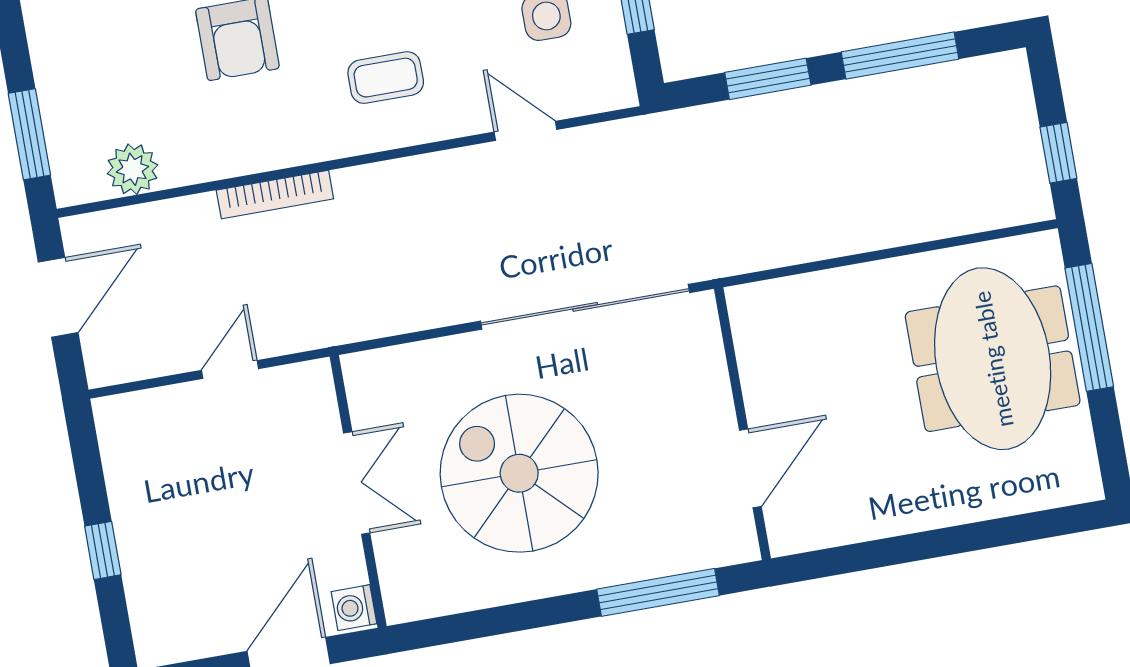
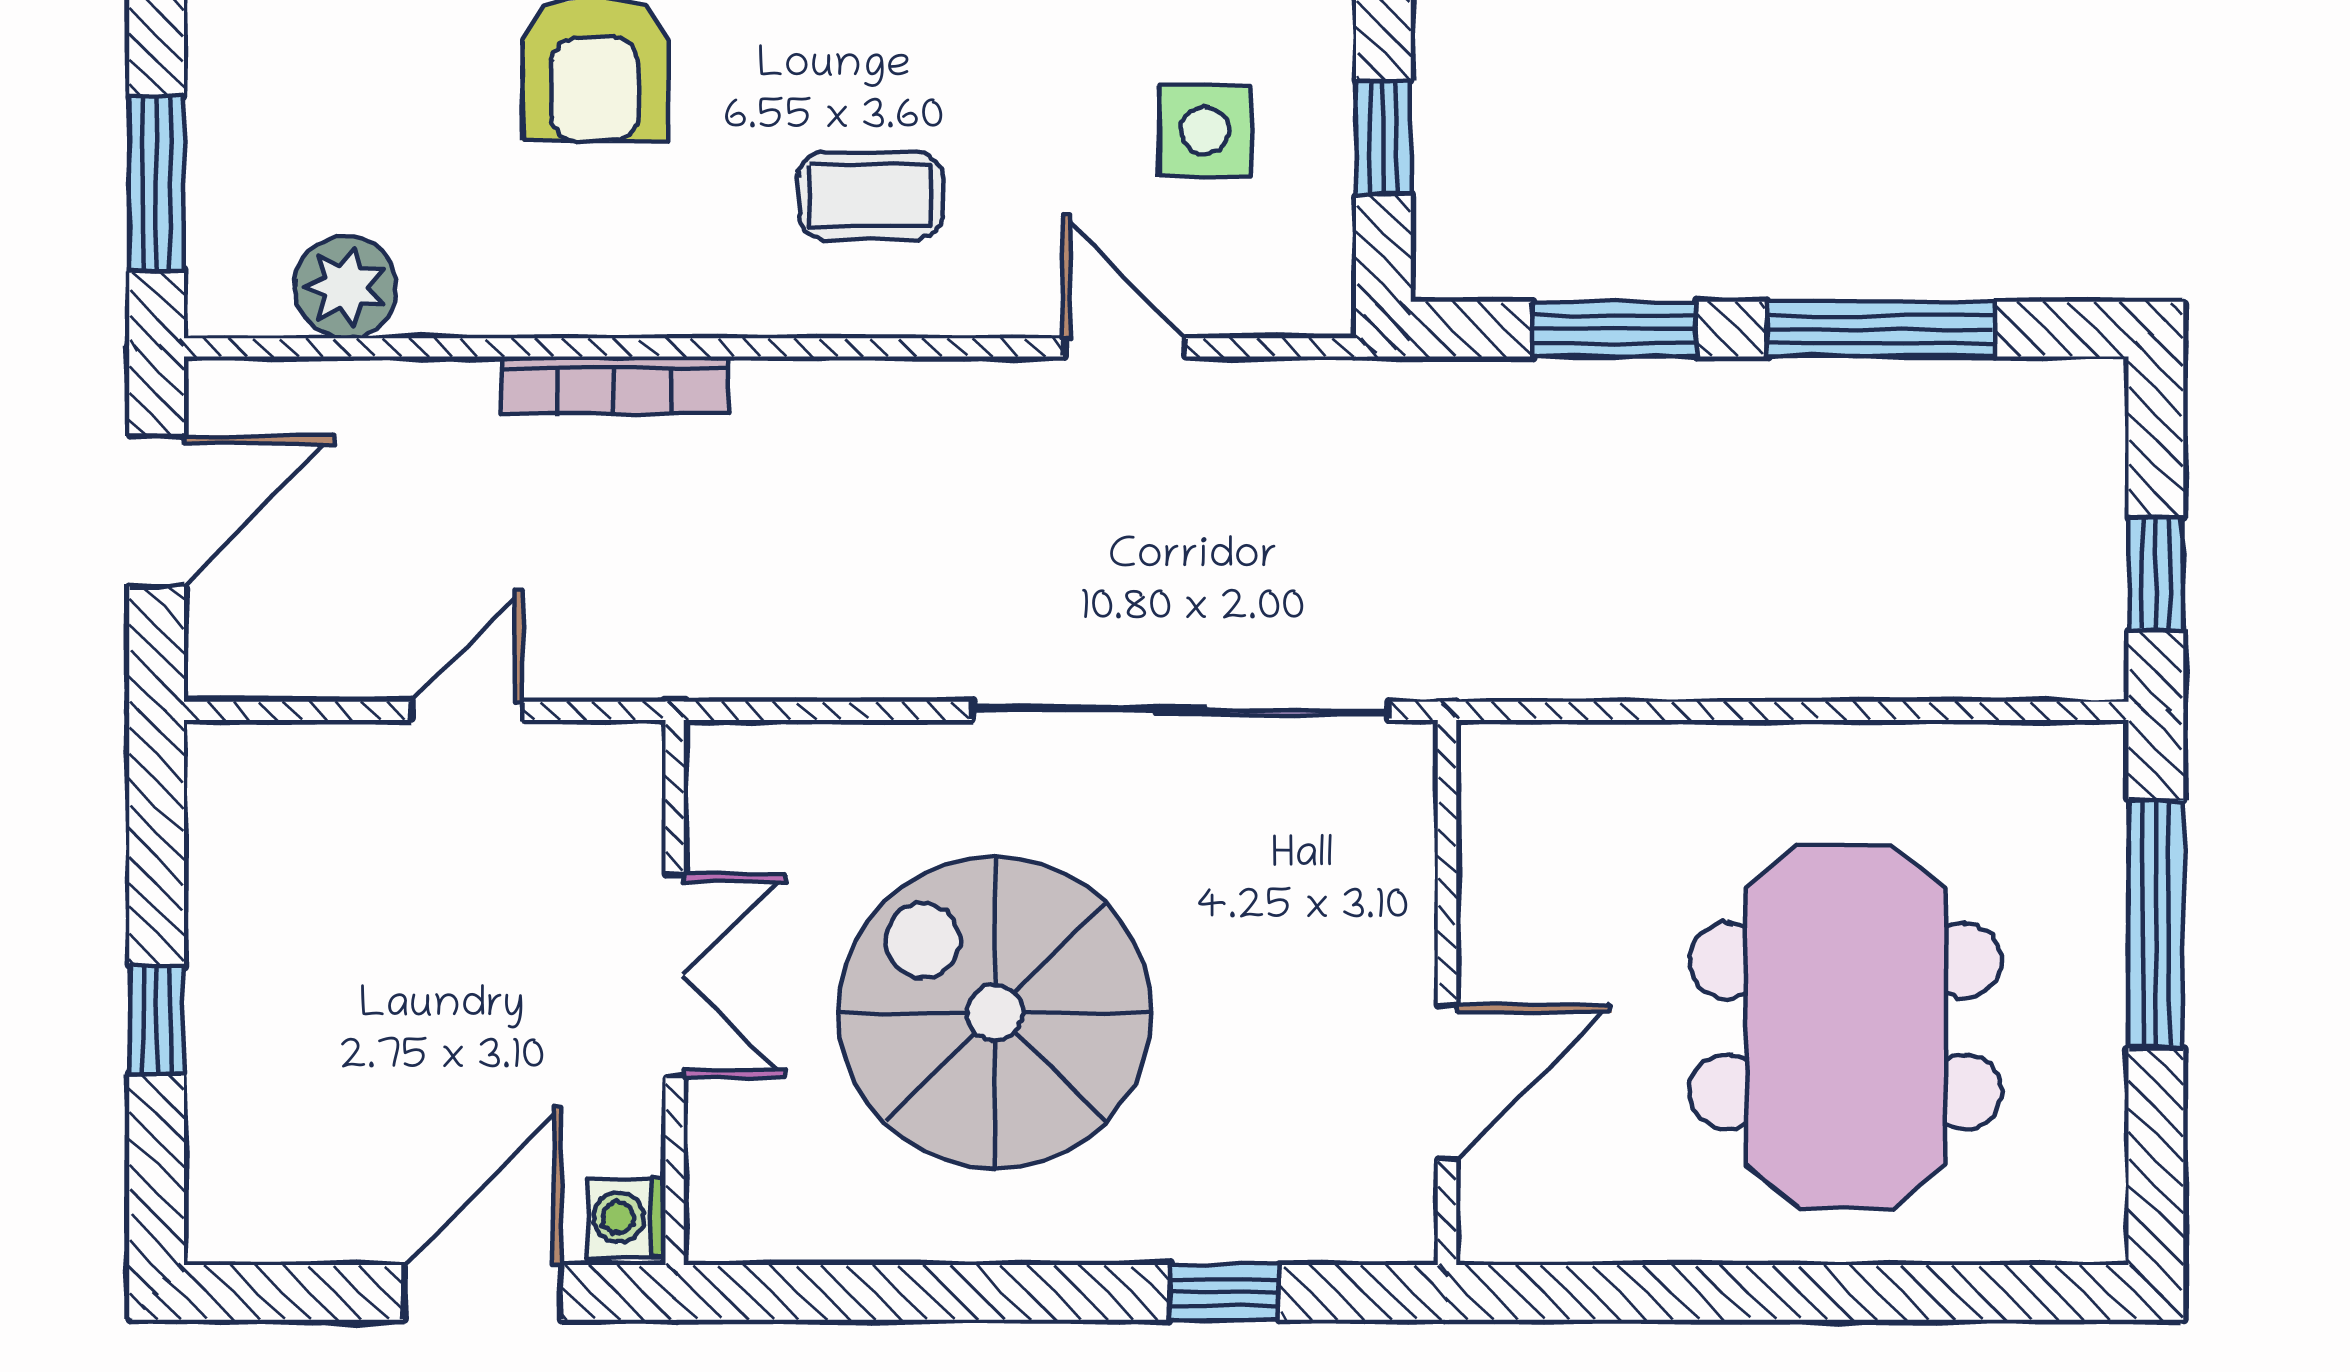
meeting table: (993, 359) -> (1845, 1026), moved
window: (658, 592) -> (1224, 1292), width x0.46

